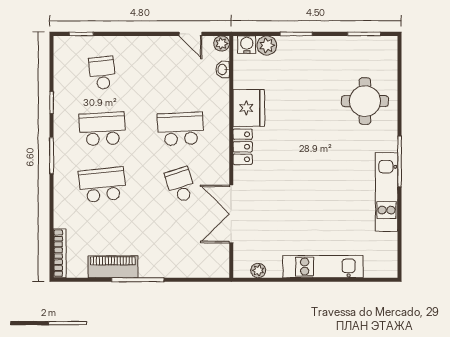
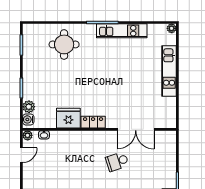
school desk: (180, 129) -> (82, 162), removed
plant: (258, 270) -> (172, 28), moved

